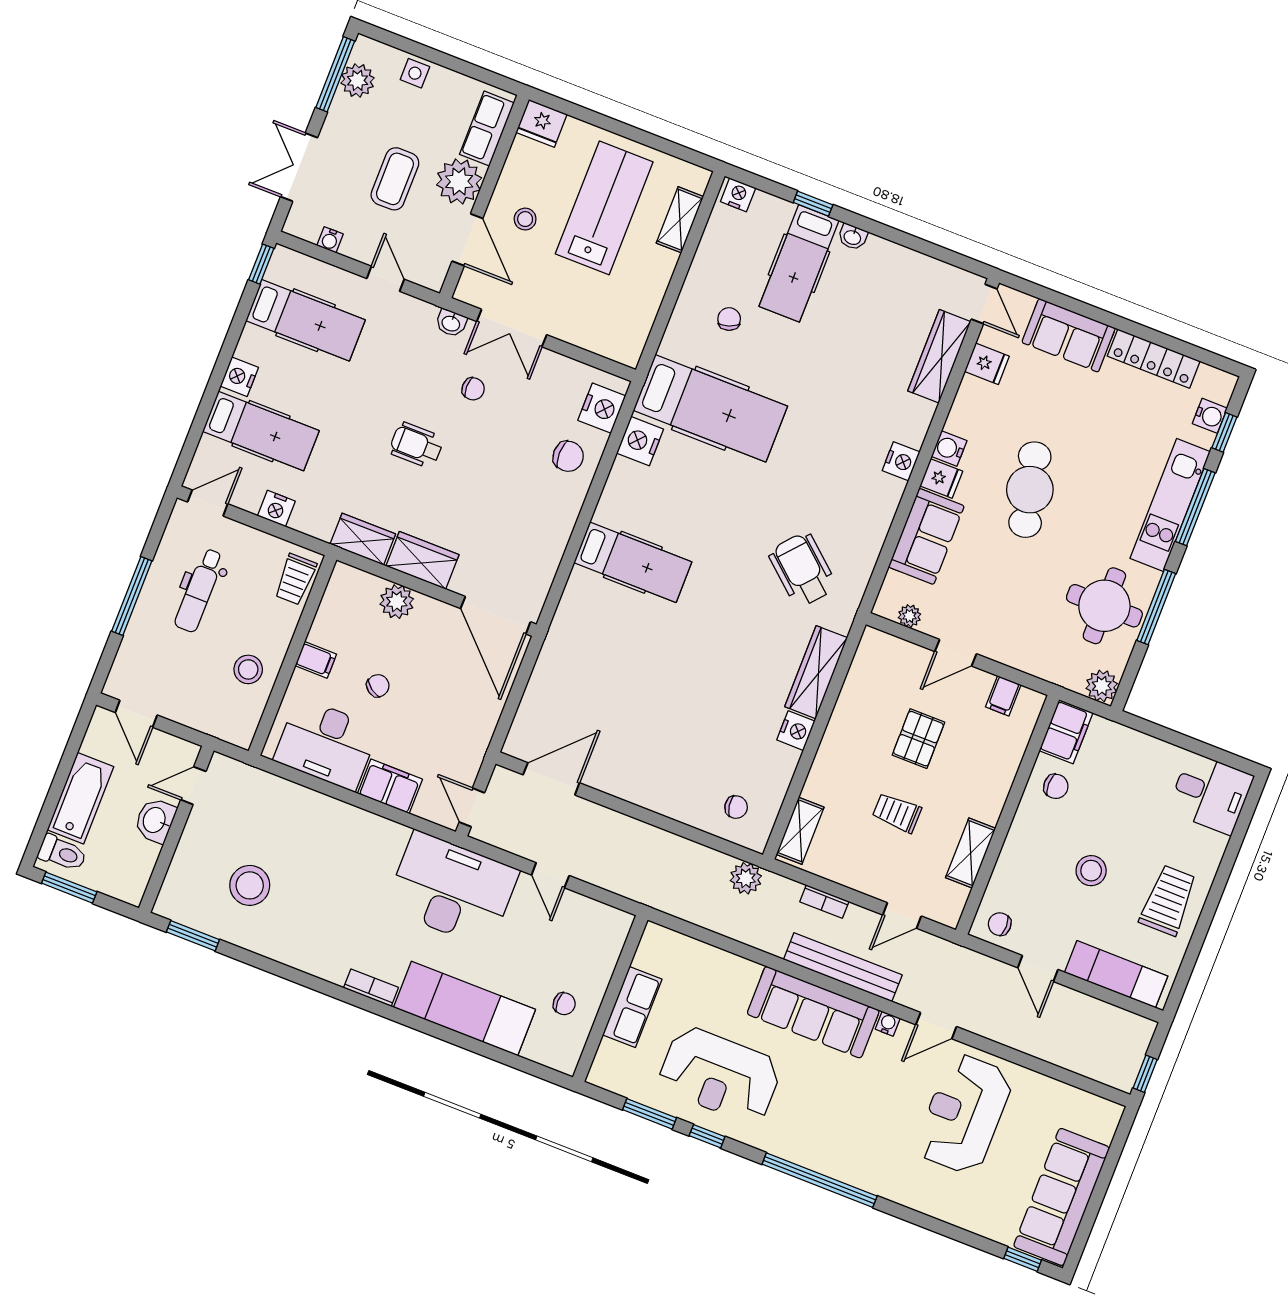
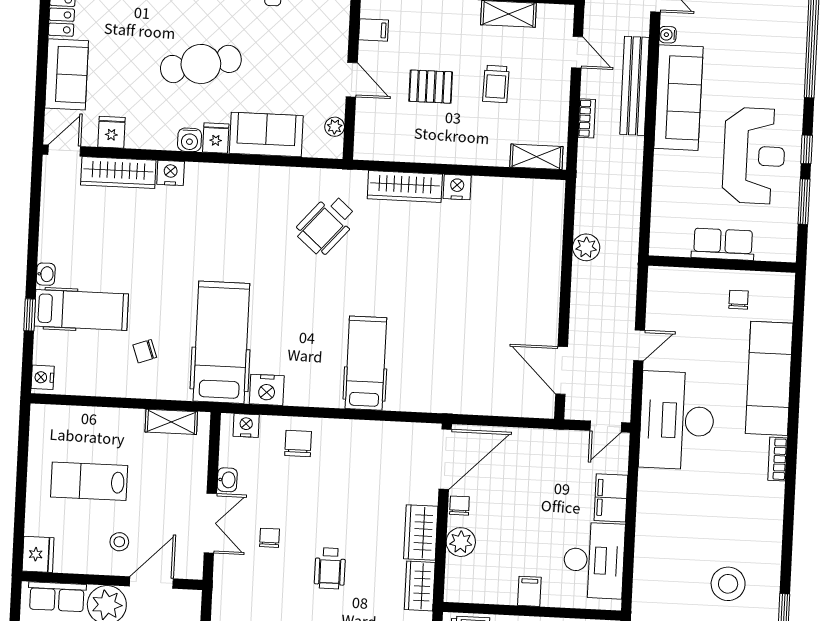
lab bench: (604, 208) -> (89, 481), width x0.73, depth x0.72
shelving: (680, 220) -> (171, 422), moved
washbasin: (451, 323) -> (227, 480), moved
nightstand: (602, 408) -> (246, 425), width x0.74, depth x0.75
nightstand: (901, 461) -> (171, 173), moved
chair: (378, 686) -> (459, 506), moved, turned 54
chair: (736, 807) -> (535, 214), removed
plant: (746, 878) -> (586, 247), moved

